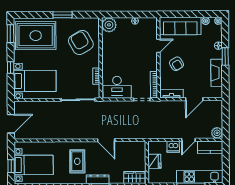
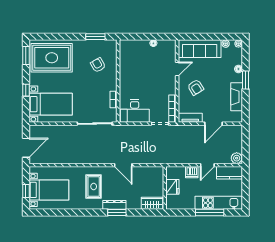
window: (63, 15) -> (95, 37), moved
plant: (109, 25) -> (127, 47), removed
armchair: (81, 42) -> (98, 65), width x0.53, depth x0.53

